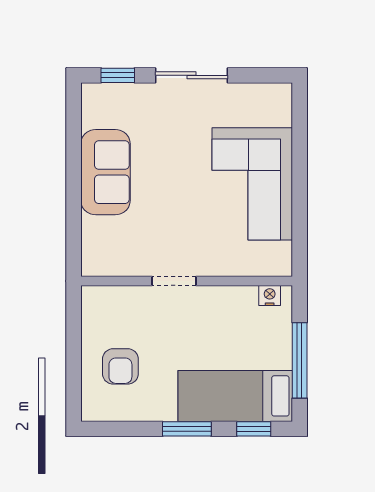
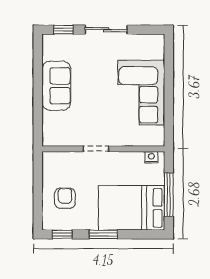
armchair: (120, 366) -> (65, 198), turned 180
bed: (235, 396) -> (131, 208), width x1.50
window: (254, 429) -> (62, 234), moved

